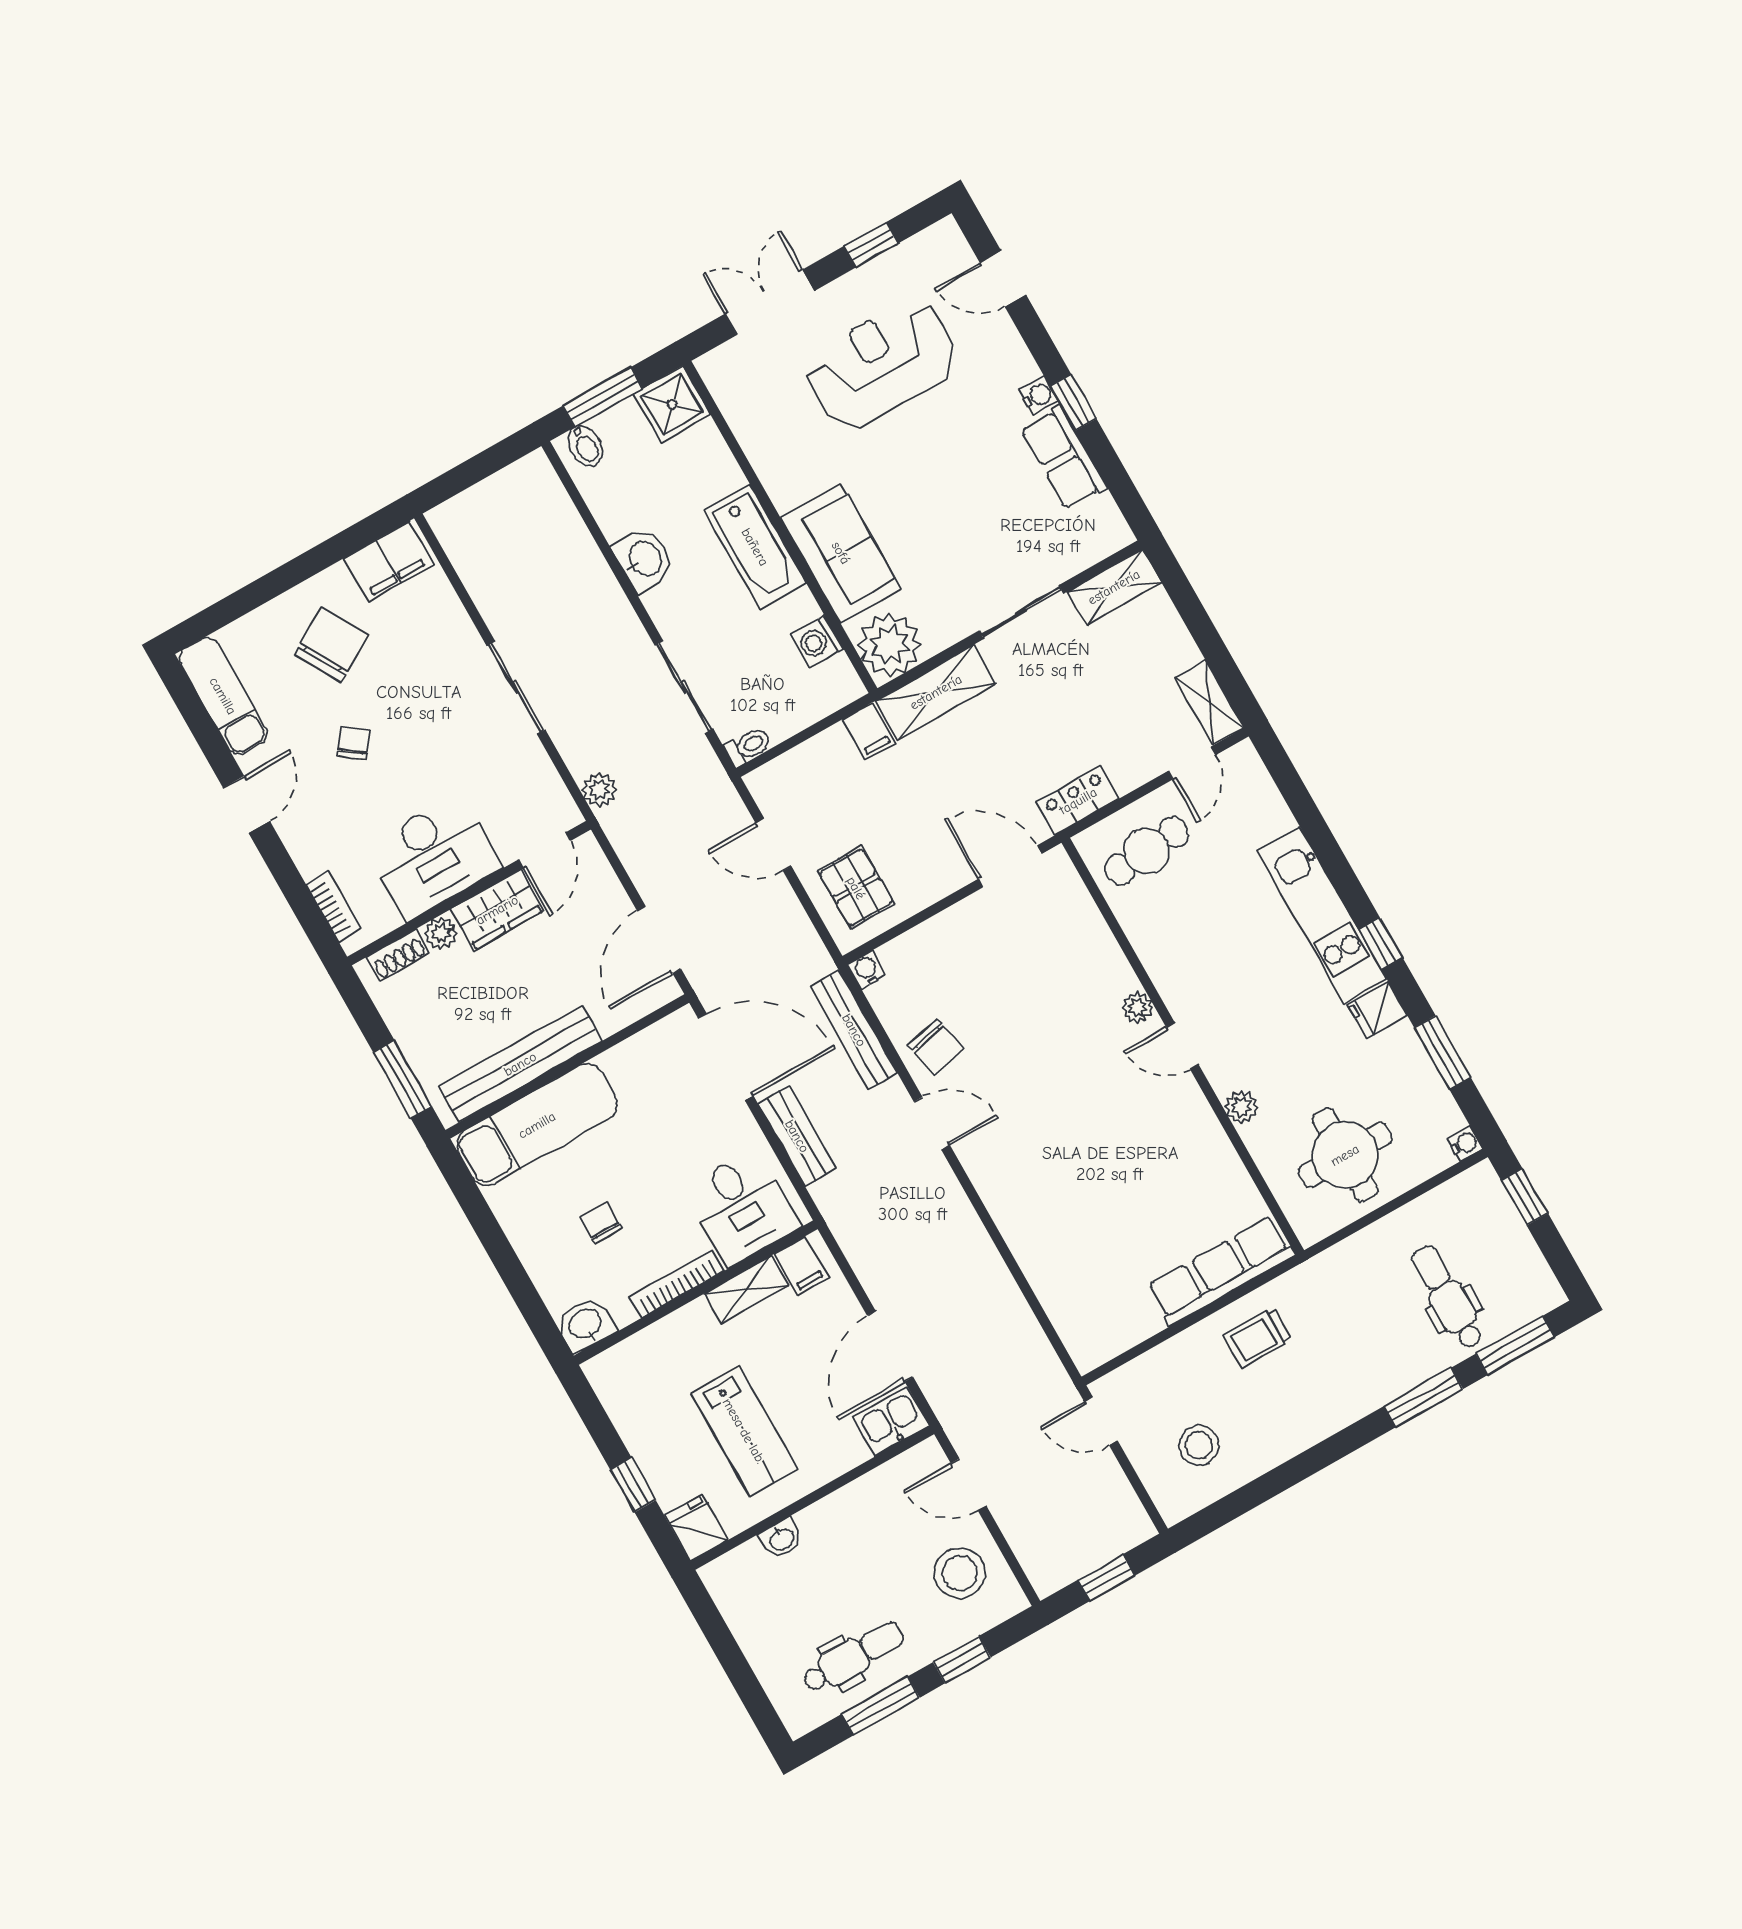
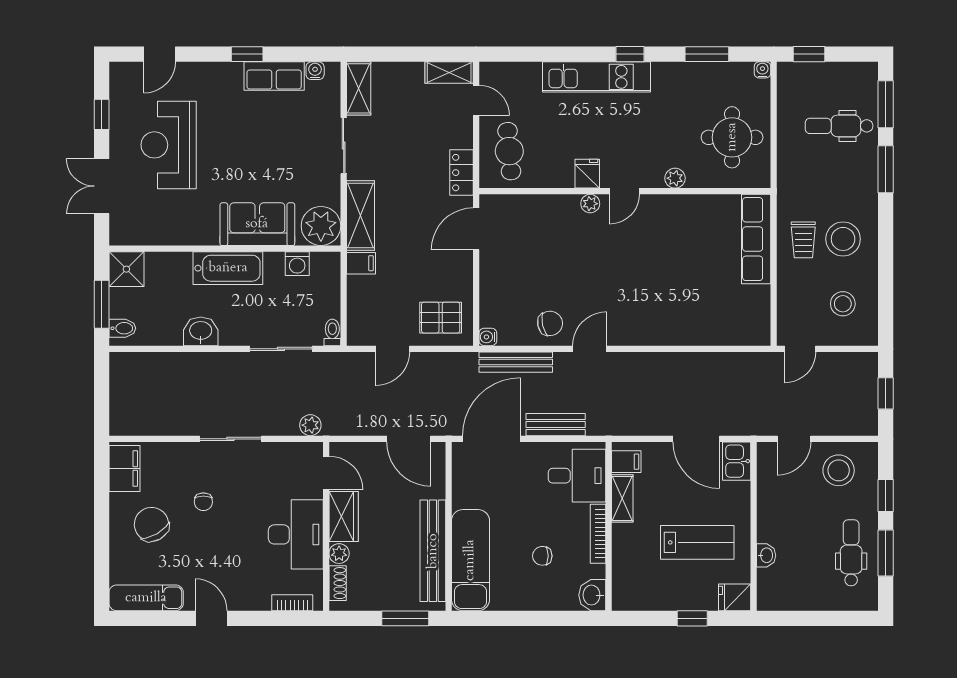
water cooler: (1039, 396) -> (315, 71), moved
chair: (354, 743) -> (203, 502), moved, turned -127
fridge: (1377, 1010) -> (587, 174), moved, turned 180
stool: (1291, 1393) -> (843, 239), added

